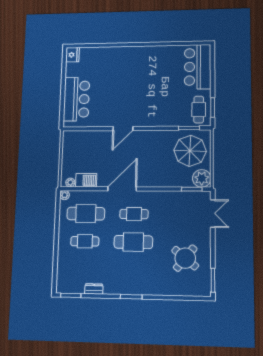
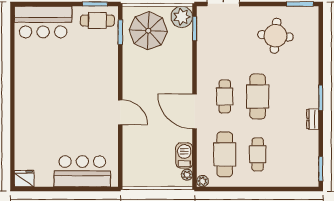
round table: (185, 258) -> (275, 36), turned -34
dresser: (94, 289) -> (313, 119), moved

